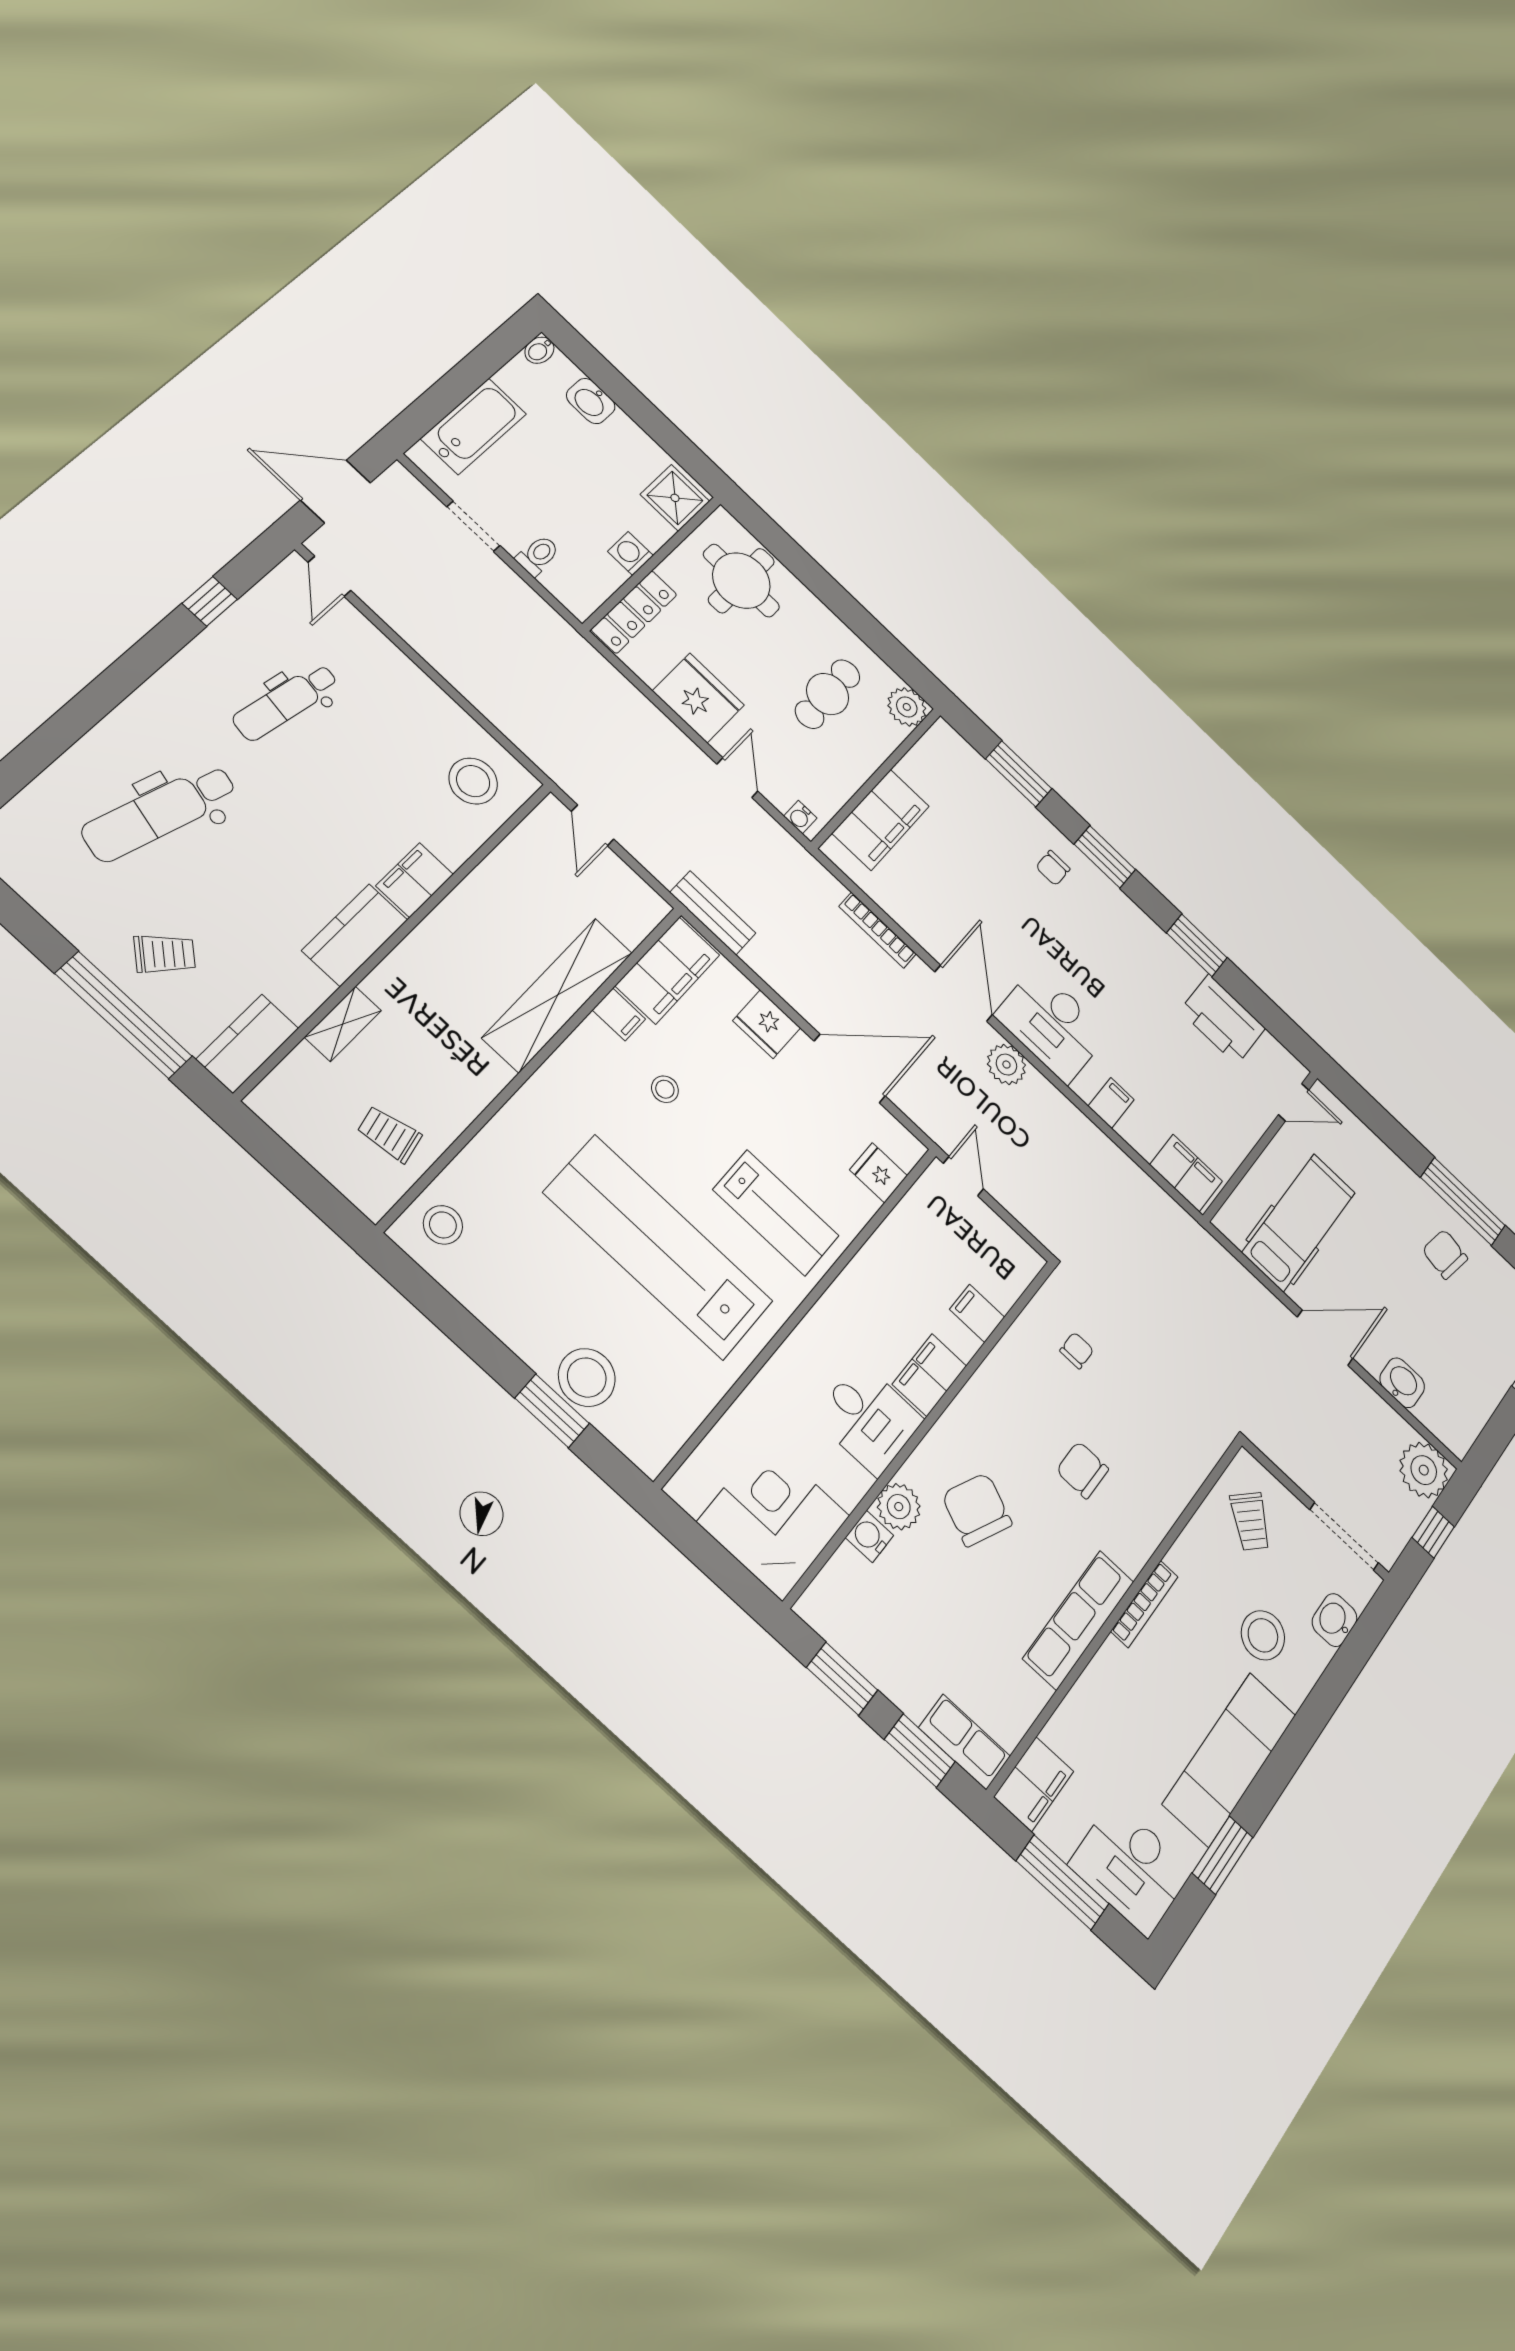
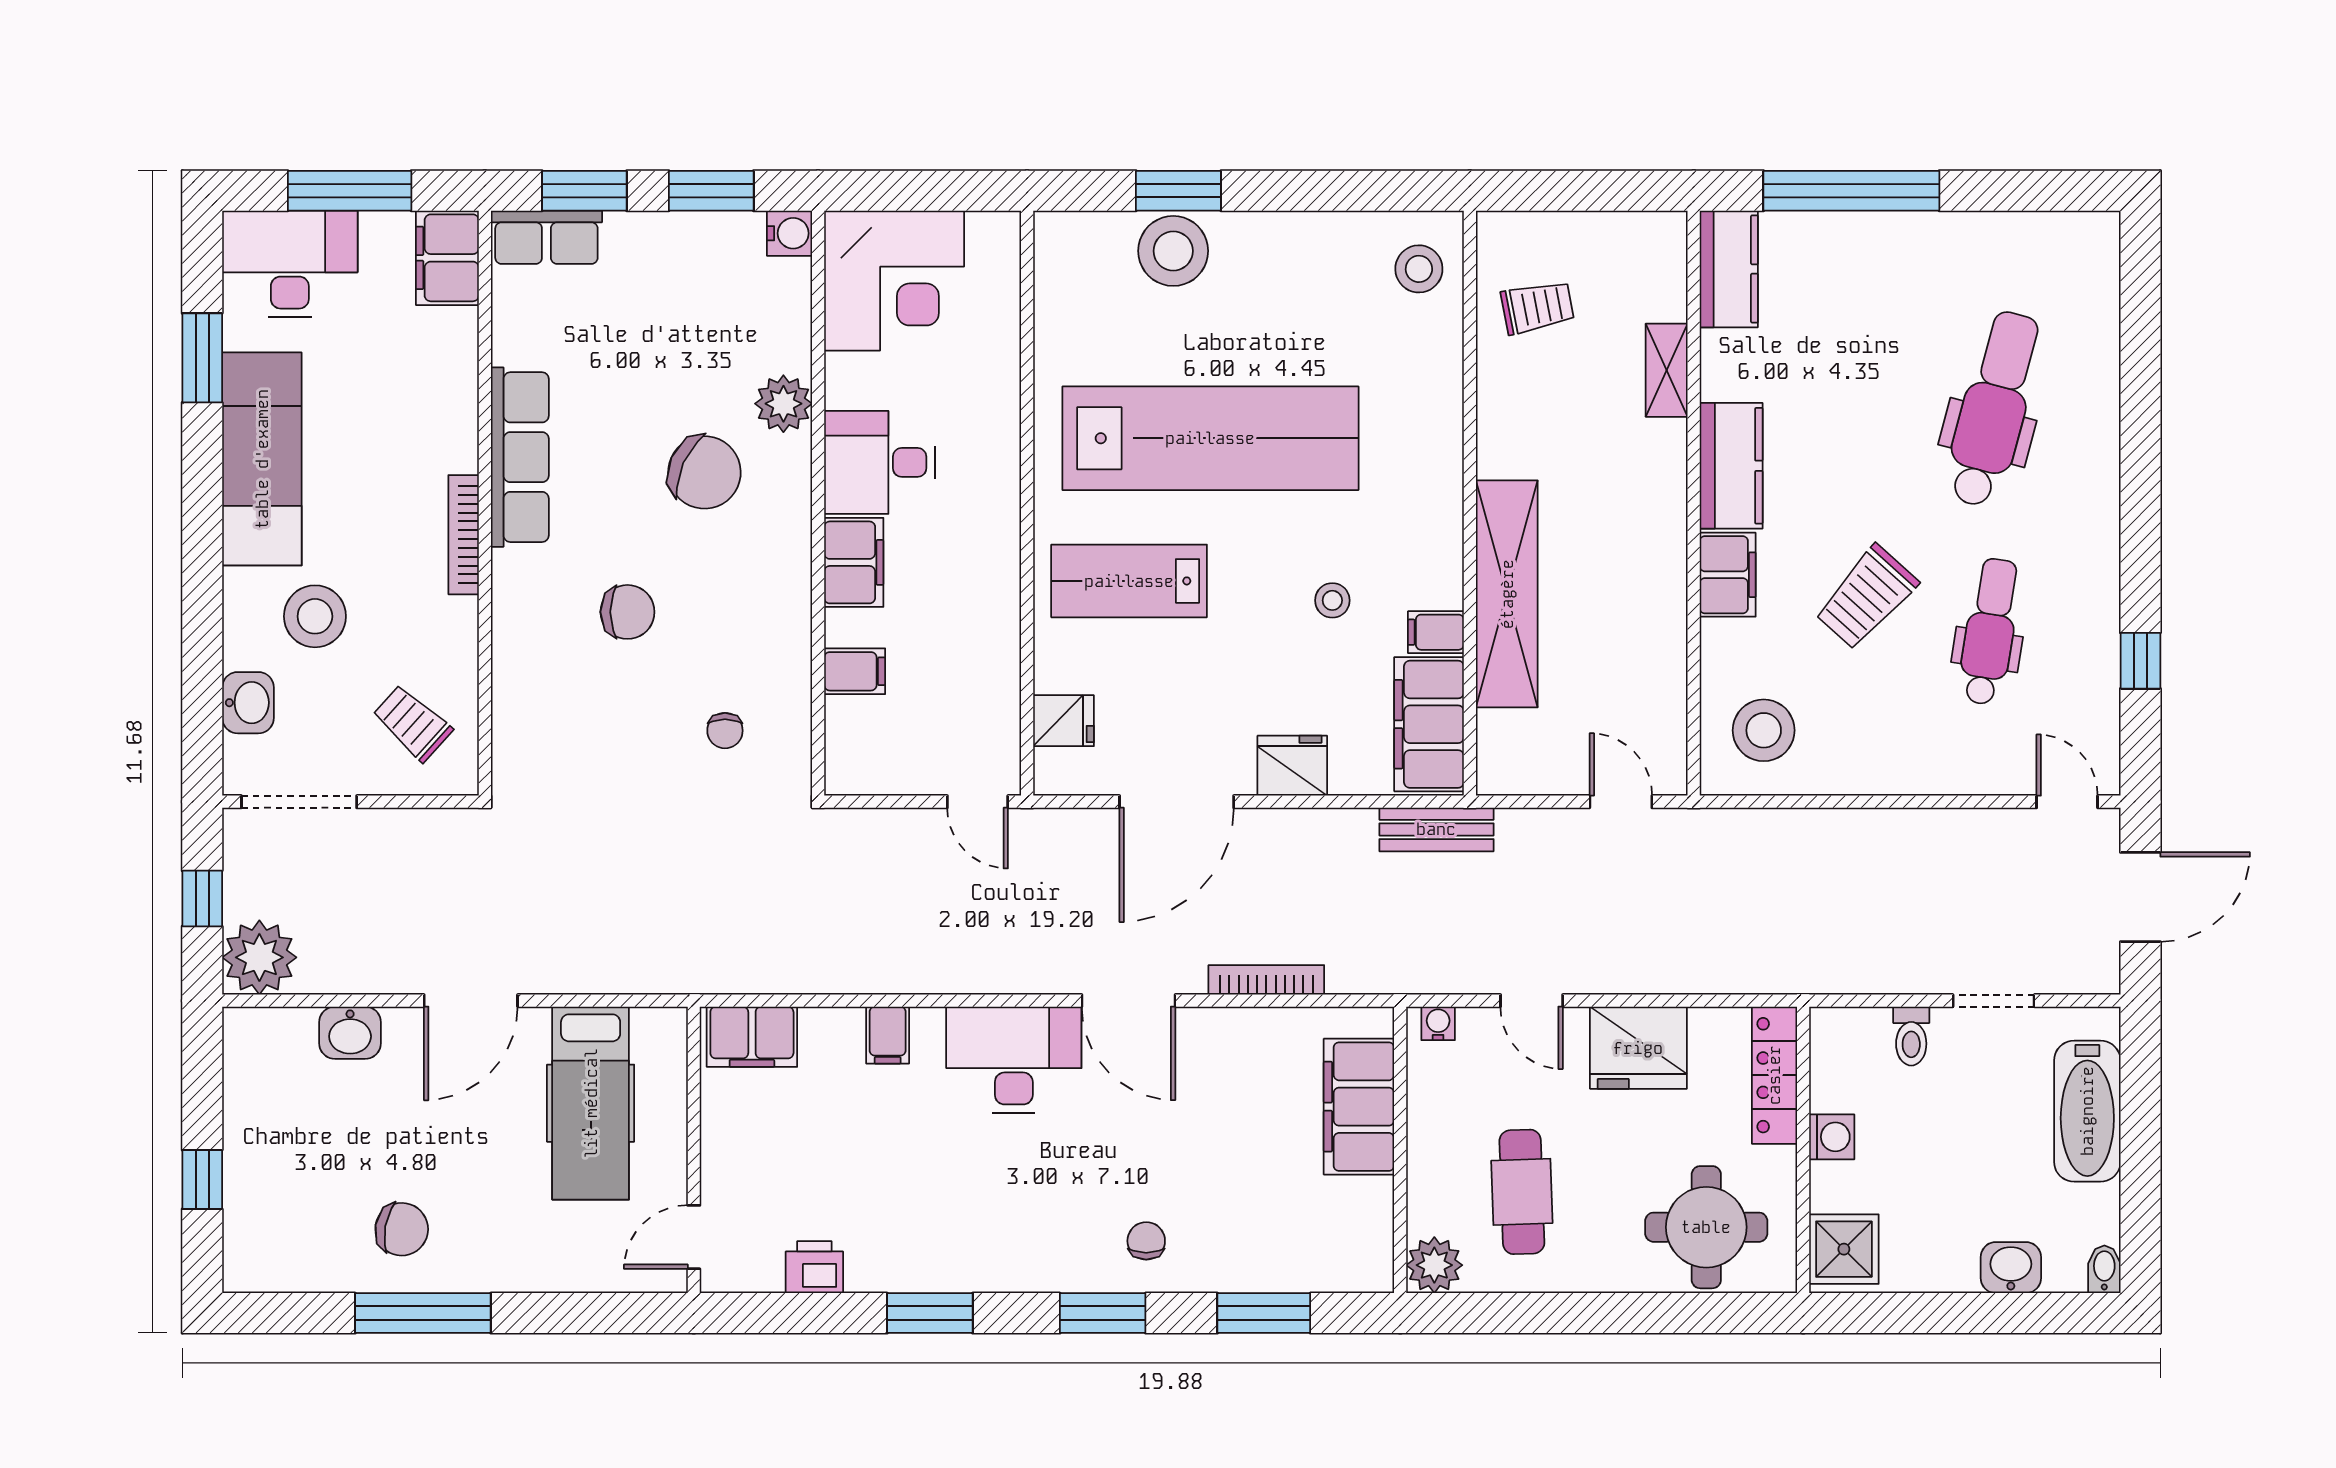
trolley: (165, 954) -> (1866, 597), moved, width x1.36, depth x1.39
printer: (1223, 1019) -> (814, 1267), width x0.53, depth x0.68
plant: (1006, 1065) -> (1026, 967), removed
water cooler: (869, 1537) -> (790, 233), moved

